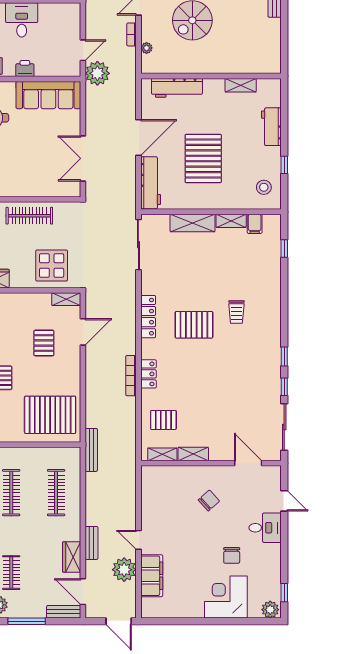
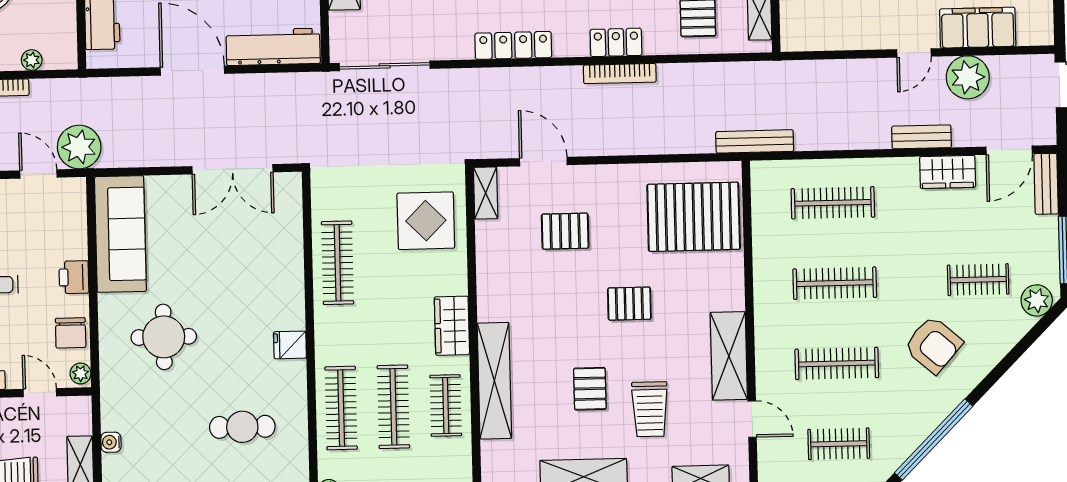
pallet: (50, 415) -> (694, 217), turned 90

